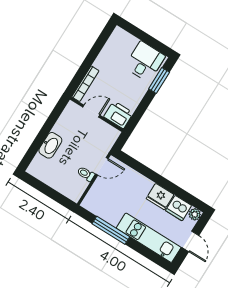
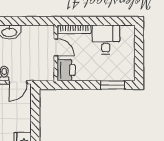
desk: (145, 62) -> (106, 40), moved, turned -90
door: (102, 166) -> (18, 82), hinge flipped

